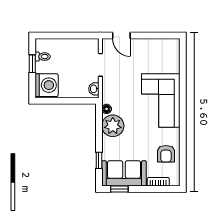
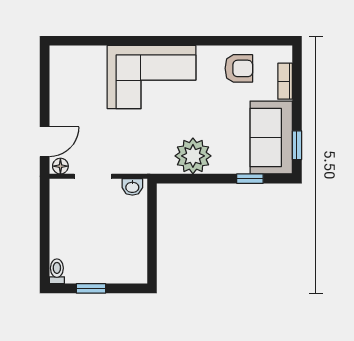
toilet: (43, 57) -> (57, 271), moved
washing machine: (47, 85) -> (126, 265), removed
floor lamp: (107, 109) -> (60, 166), moved

